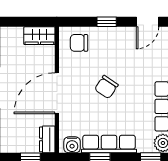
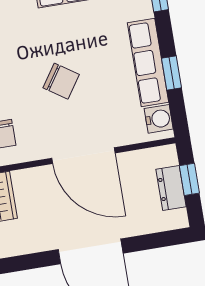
dresser: (47, 139) -> (171, 188), moved, turned 90

